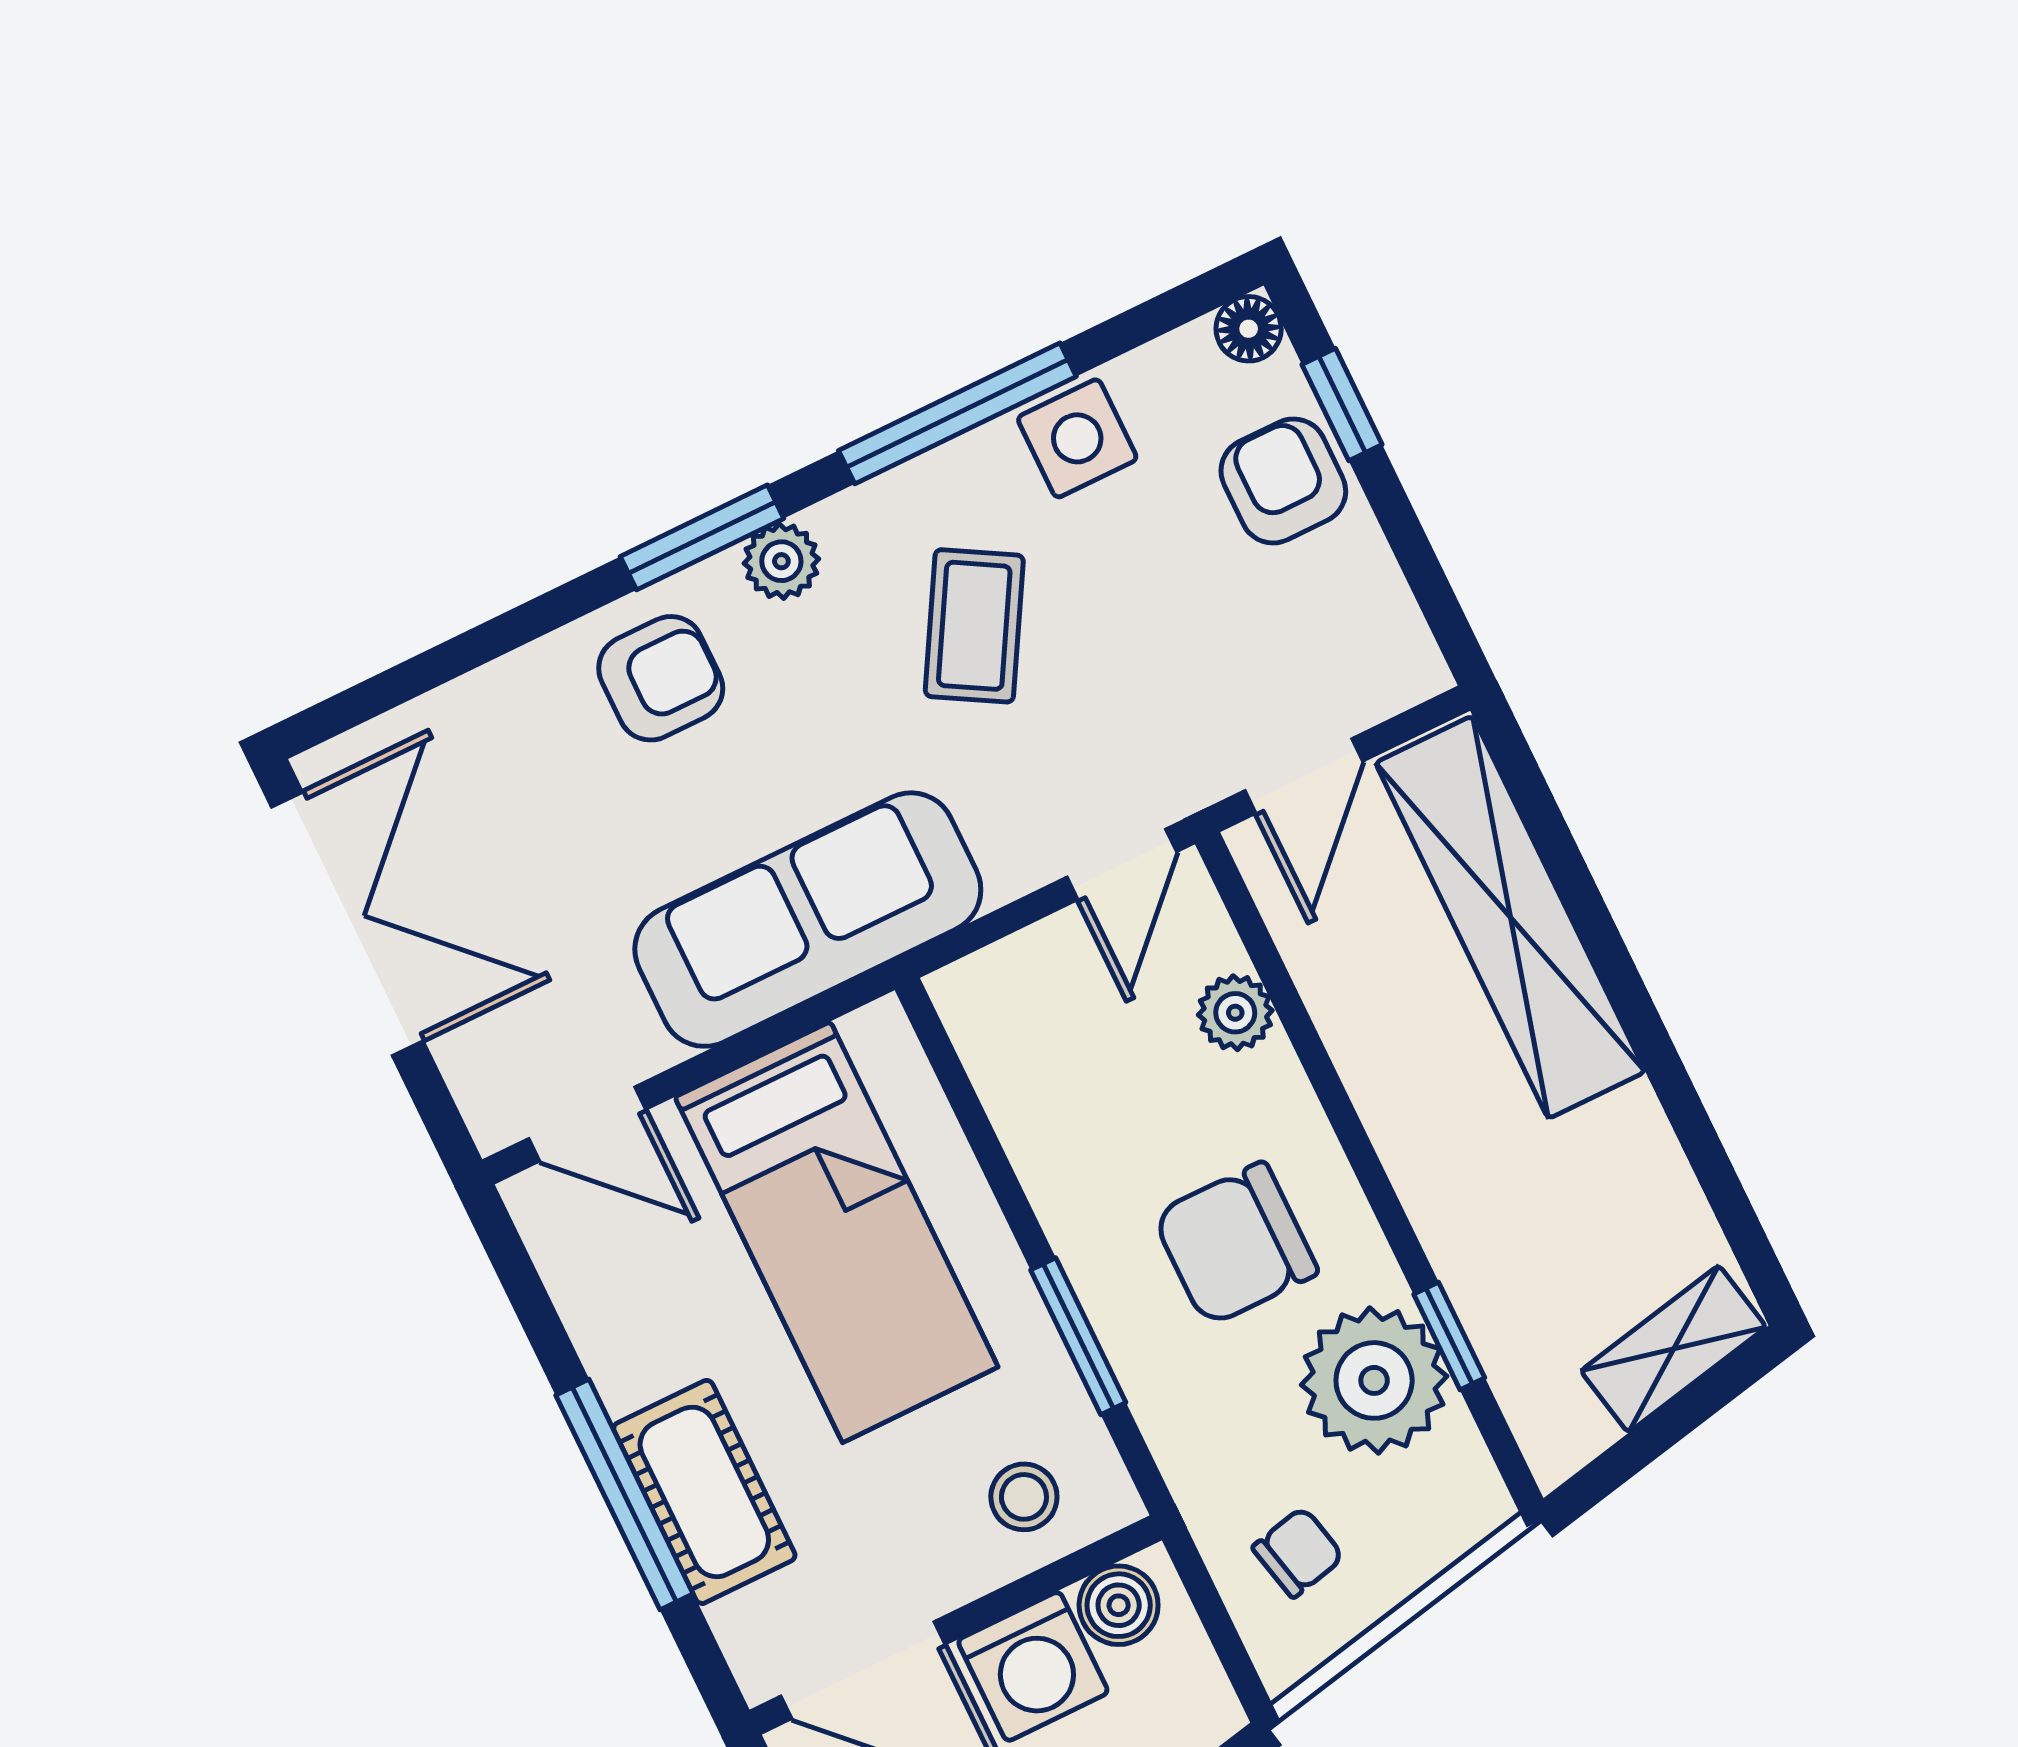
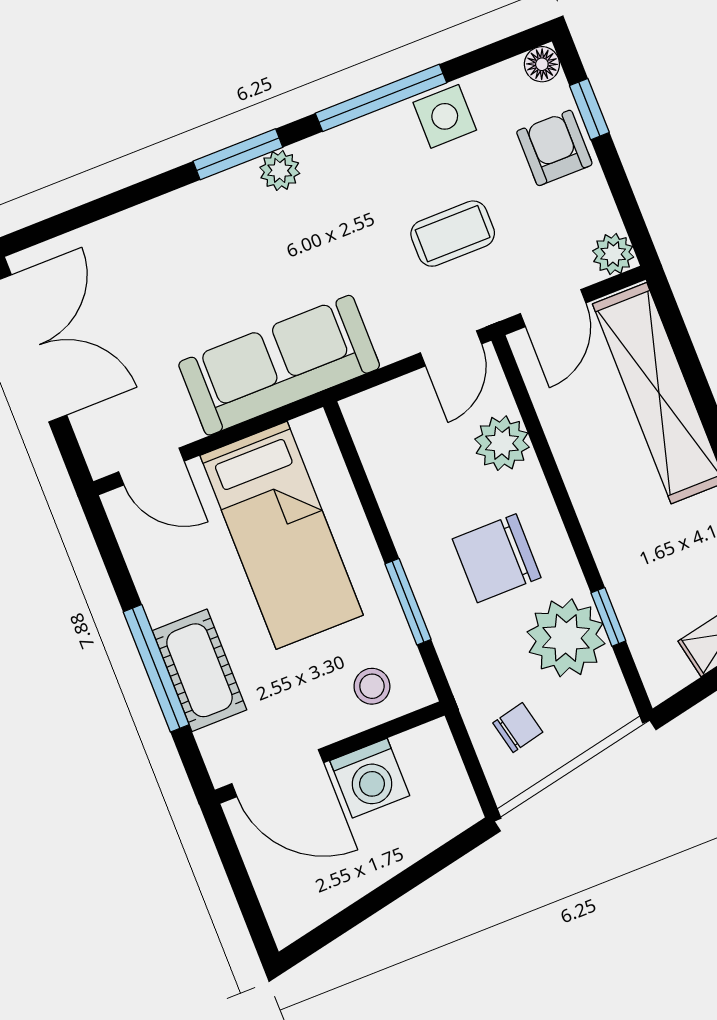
coffee table: (974, 626) -> (453, 234), moved, turned 60
plant: (1406, 668) -> (613, 254), added
armchair: (661, 678) -> (210, 229), removed
plant: (1235, 1013) -> (502, 443), width x1.38, depth x1.38
boiler: (1119, 1605) -> (419, 749), removed

